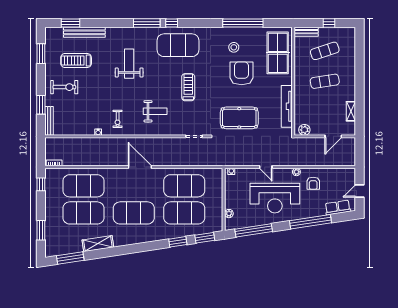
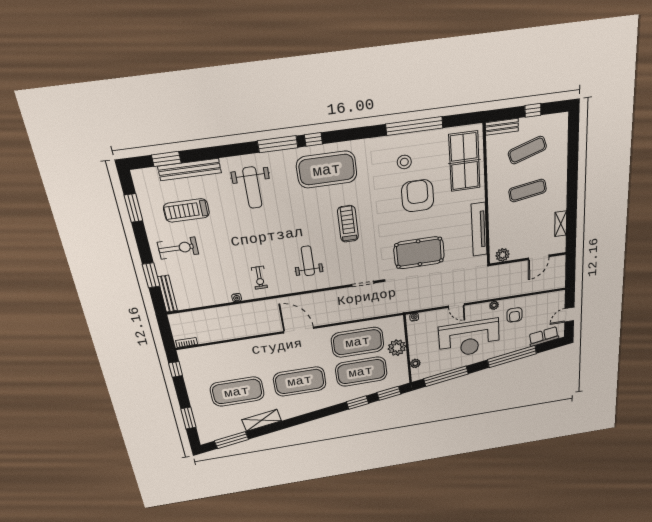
weight bench: (129, 64) -> (252, 188), moved, turned 180
weight bench: (155, 111) -> (308, 261), turned -90
exercise mat: (83, 186) -> (231, 362), removed
plant: (215, 196) -> (397, 348), added

